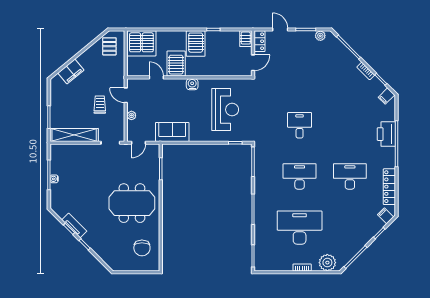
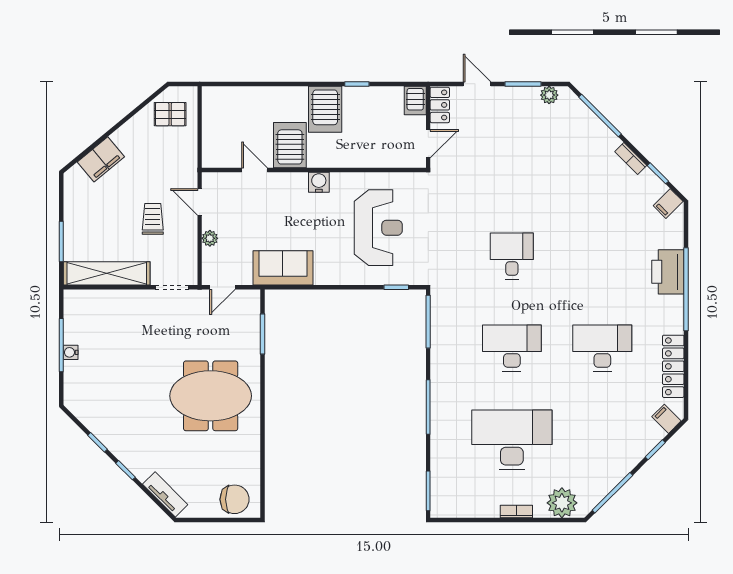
server rack: (141, 43) -> (228, 109), removed
pallet: (109, 46) -> (170, 114), turned 90
tv unit: (74, 226) -> (165, 494), moved
chair: (142, 248) -> (235, 499), moved, turned -90

